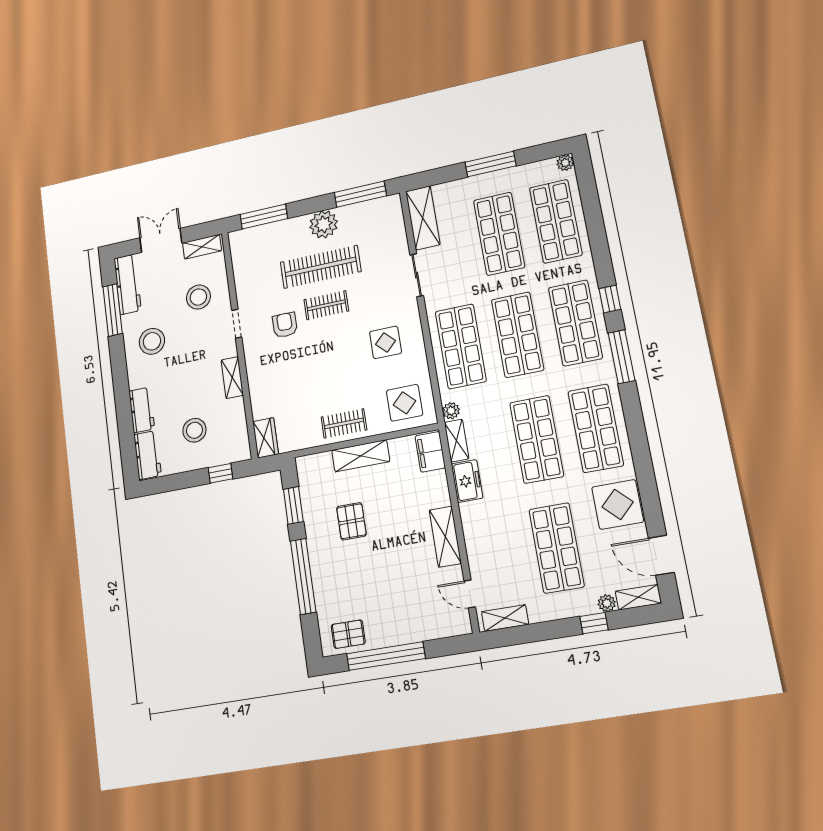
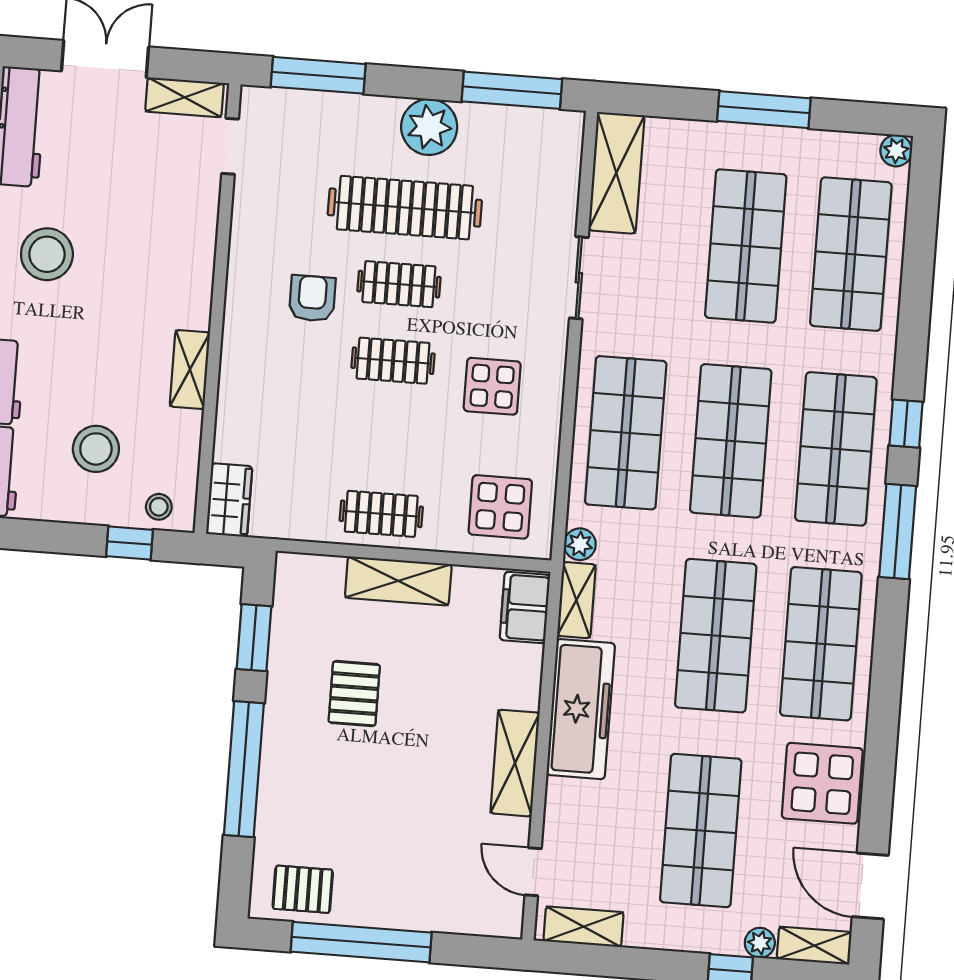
stool: (198, 297) -> (159, 507), moved, width x0.53, depth x0.53
doorway: (237, 324) -> (230, 146), moved
clothes rail: (332, 344) -> (393, 361), added
freezer: (467, 481) -> (581, 709), width x1.91, depth x1.26

